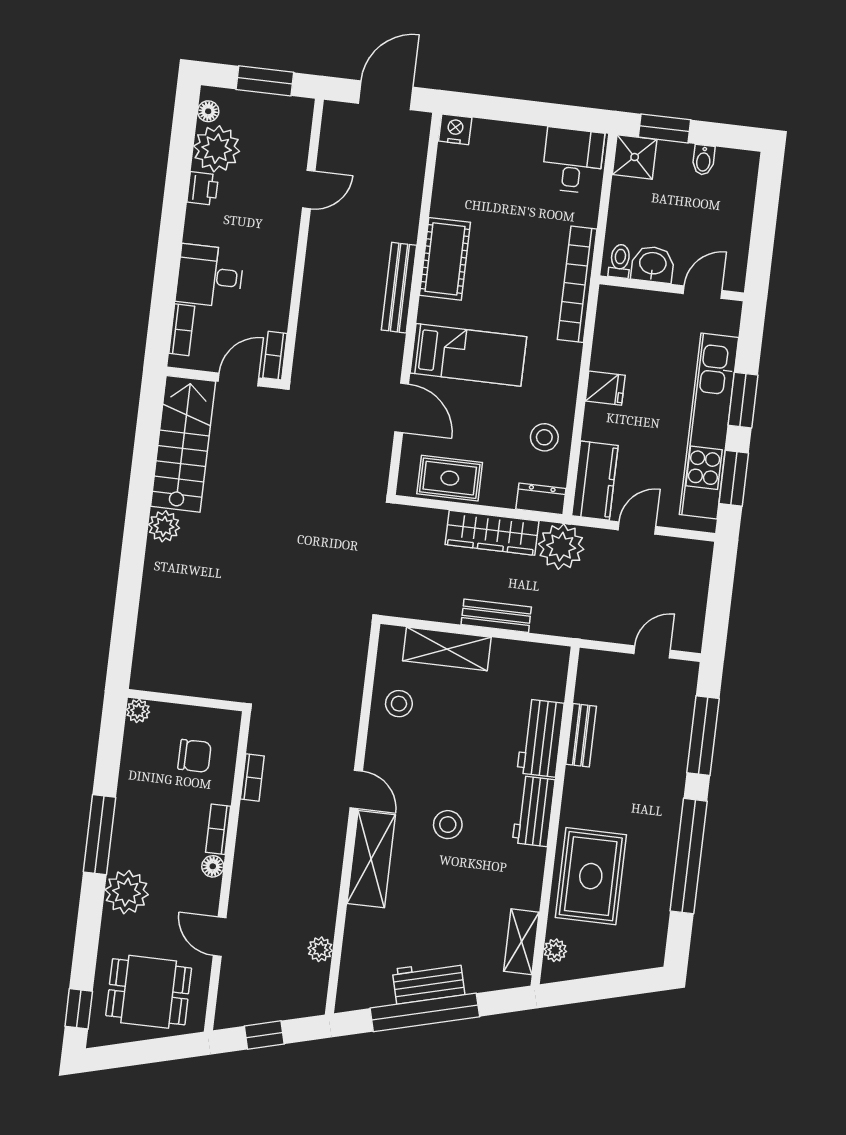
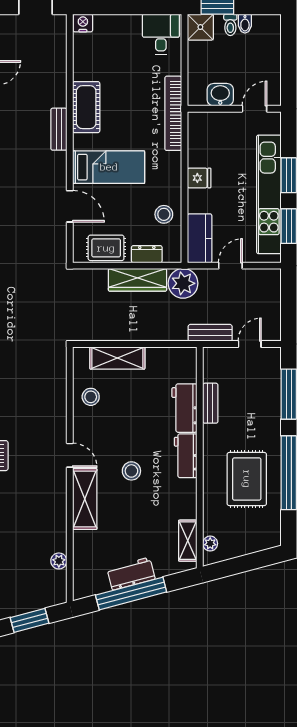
toilet: (620, 261) -> (230, 25), moved, turned 180
bench: (399, 288) -> (59, 129), width x0.73
dresser: (541, 499) -> (147, 254), moved
bench: (496, 616) -> (210, 333), moved
rug: (591, 876) -> (247, 479), moved
window: (264, 1035) -> (30, 620), width x1.50

